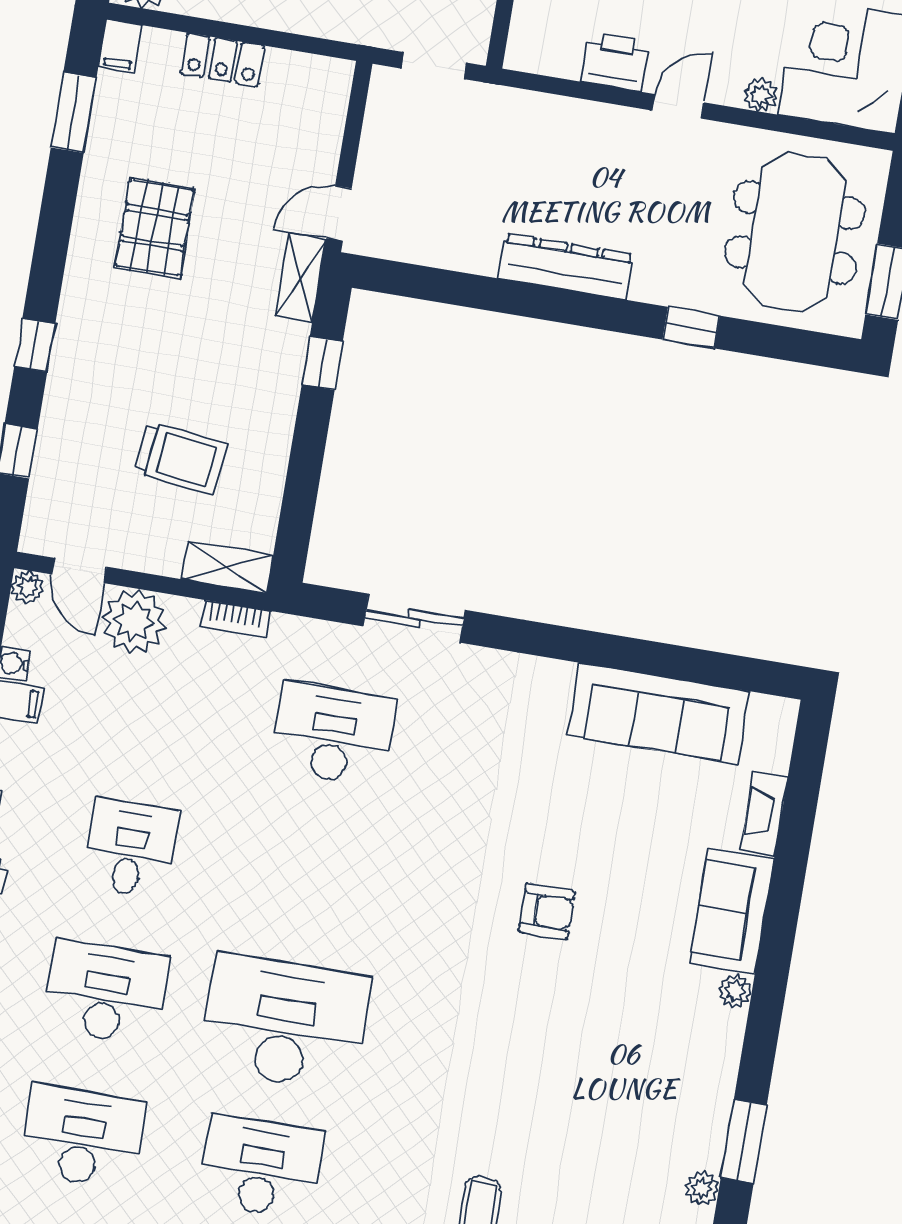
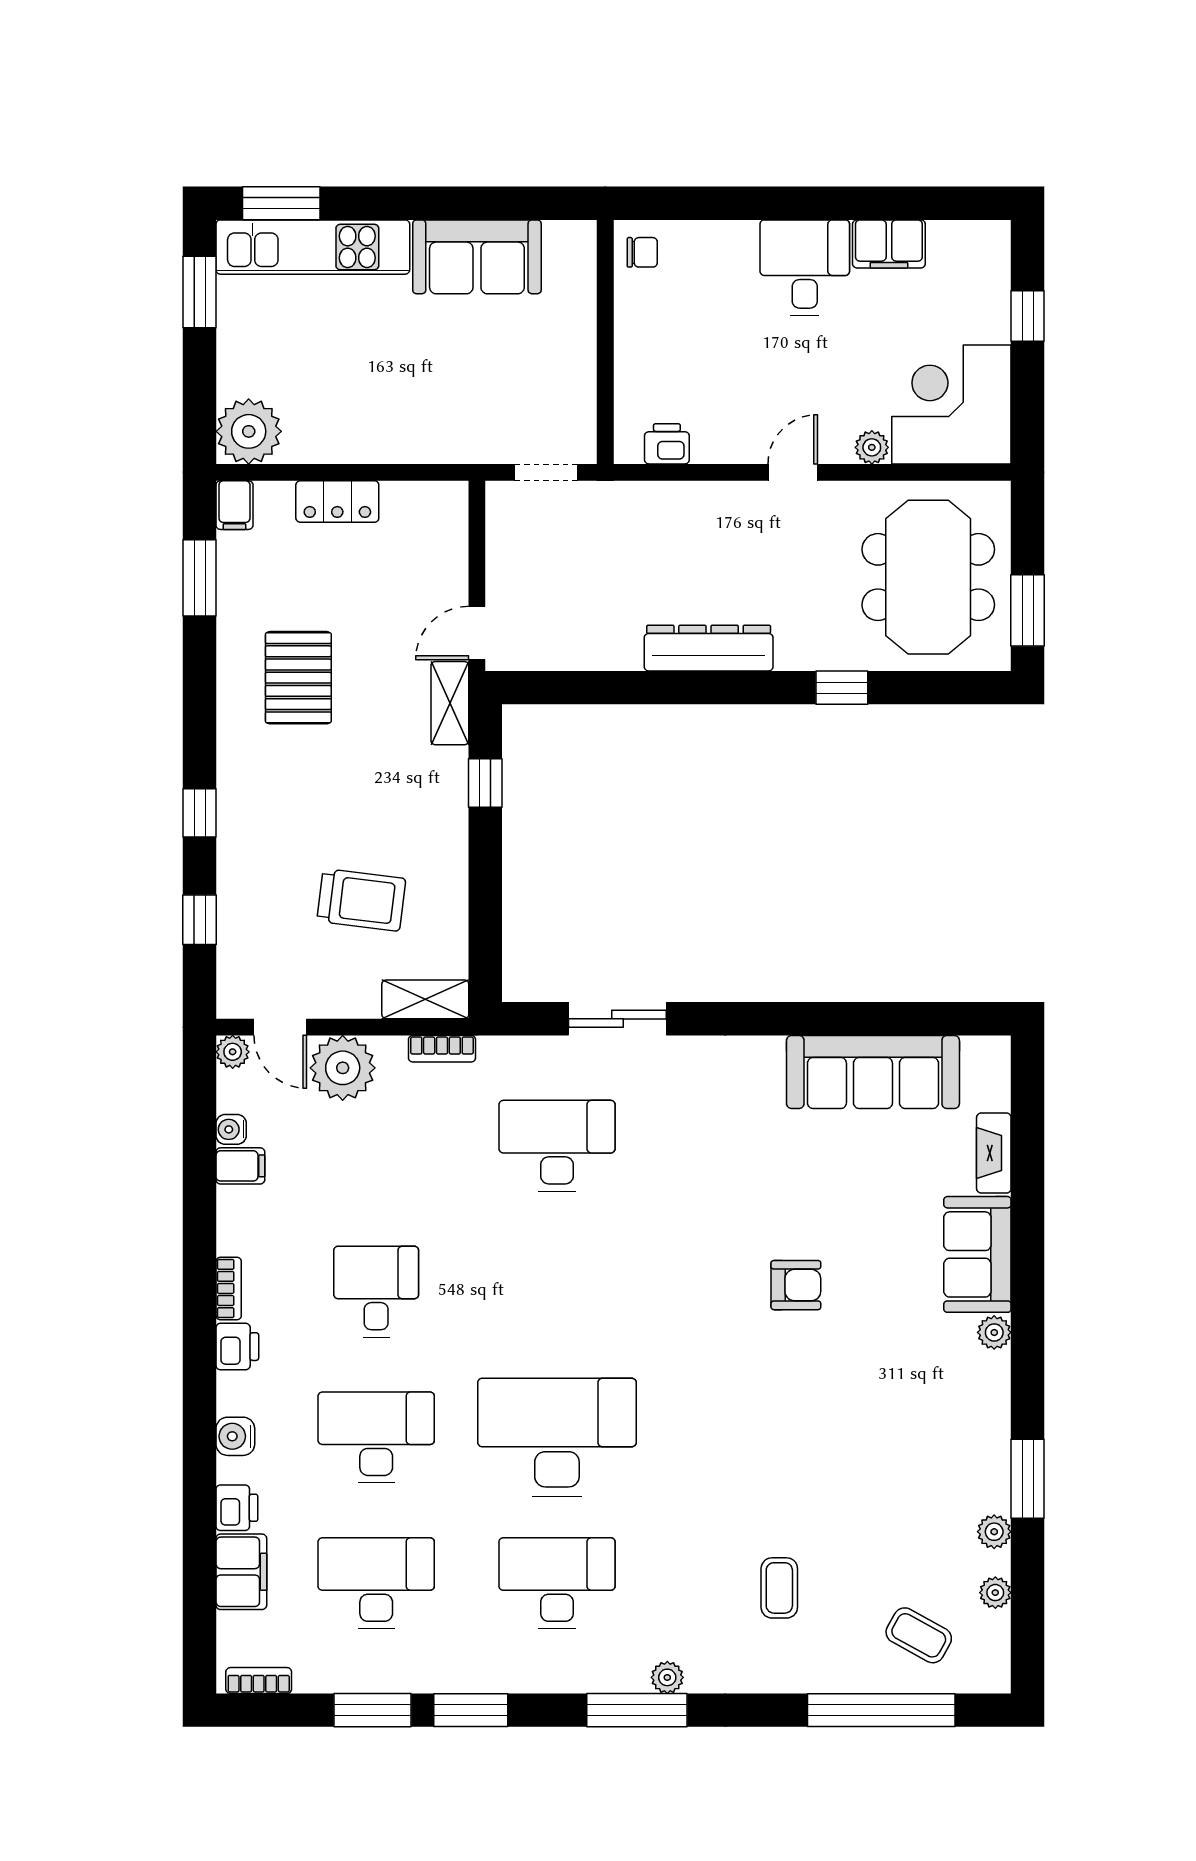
printer: (615, 62) -> (667, 444), moved, width x0.73, depth x0.81

